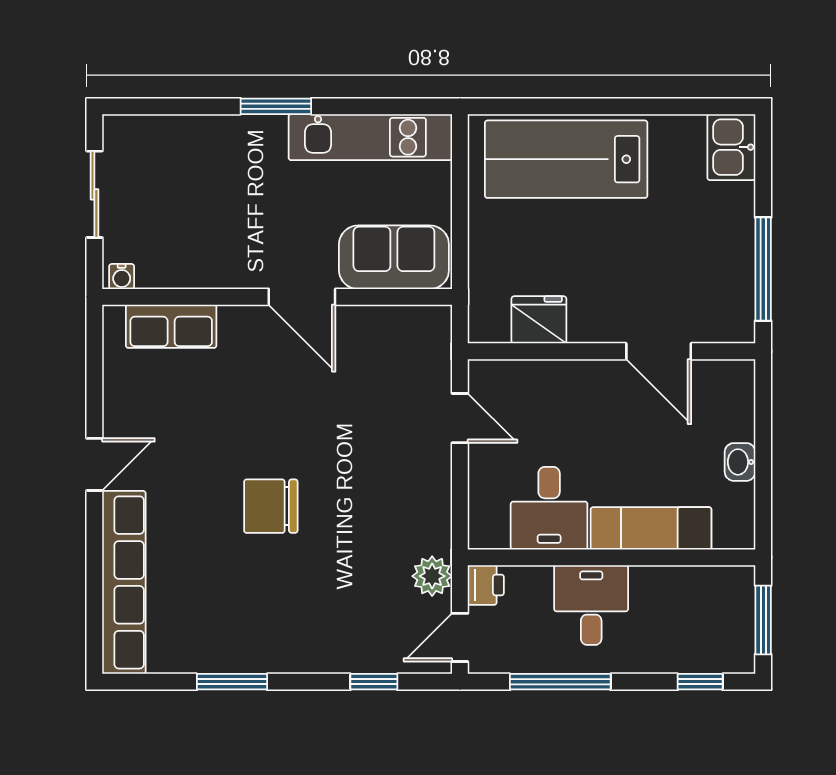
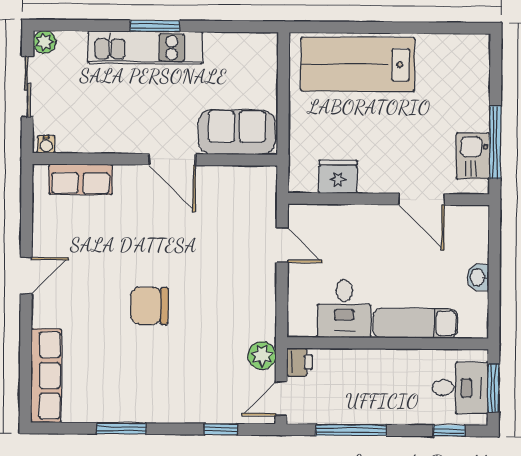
plant: (118, 130) -> (45, 42), added
kitchen unit: (370, 137) -> (145, 47), moved
kitchen sink: (731, 147) -> (473, 156), moved
row of seats: (124, 582) -> (46, 376), width x0.73
desk: (591, 605) -> (460, 388), moved, turned 90

